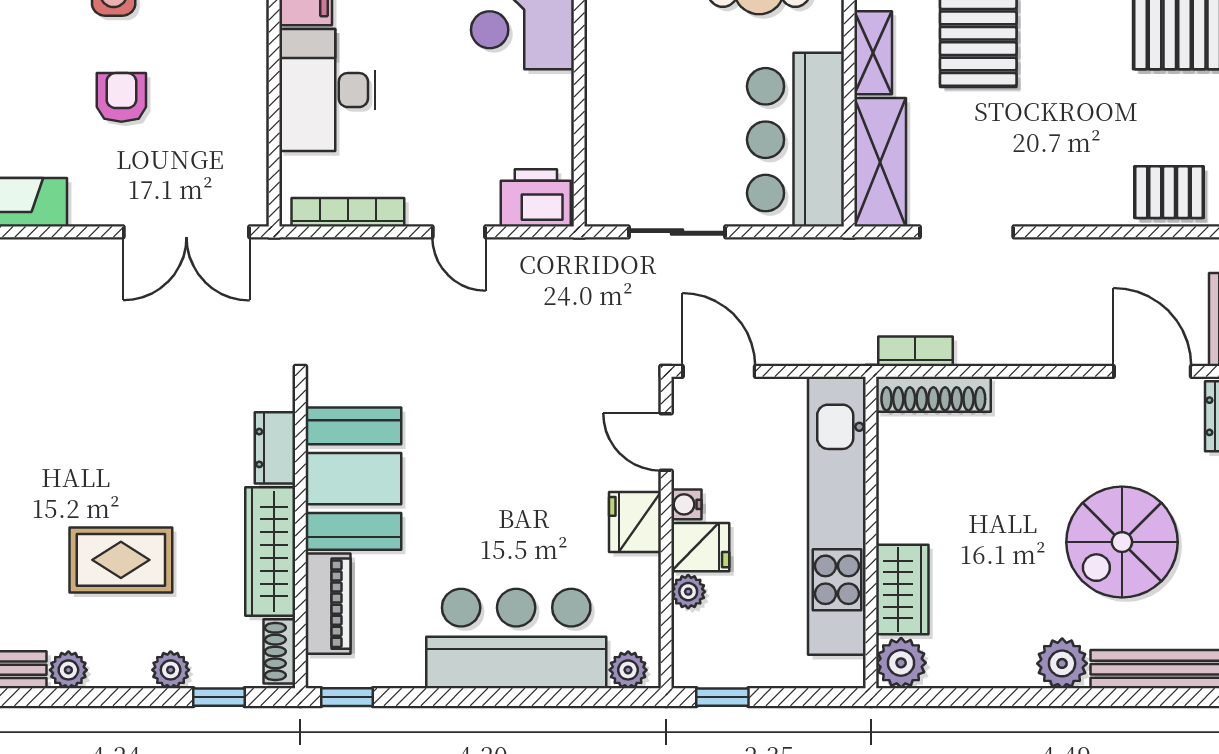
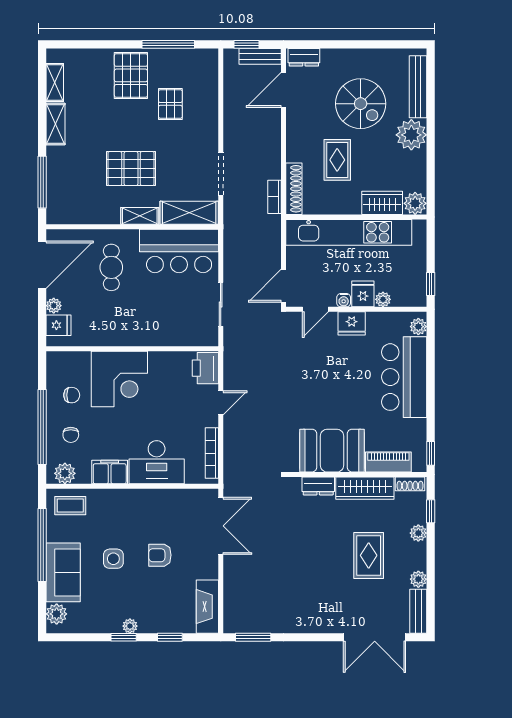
pallet: (1169, 192) -> (170, 104), moved
rug: (997, 490) -> (337, 160), added
plant: (1062, 663) -> (411, 135), width x1.36, depth x1.36

